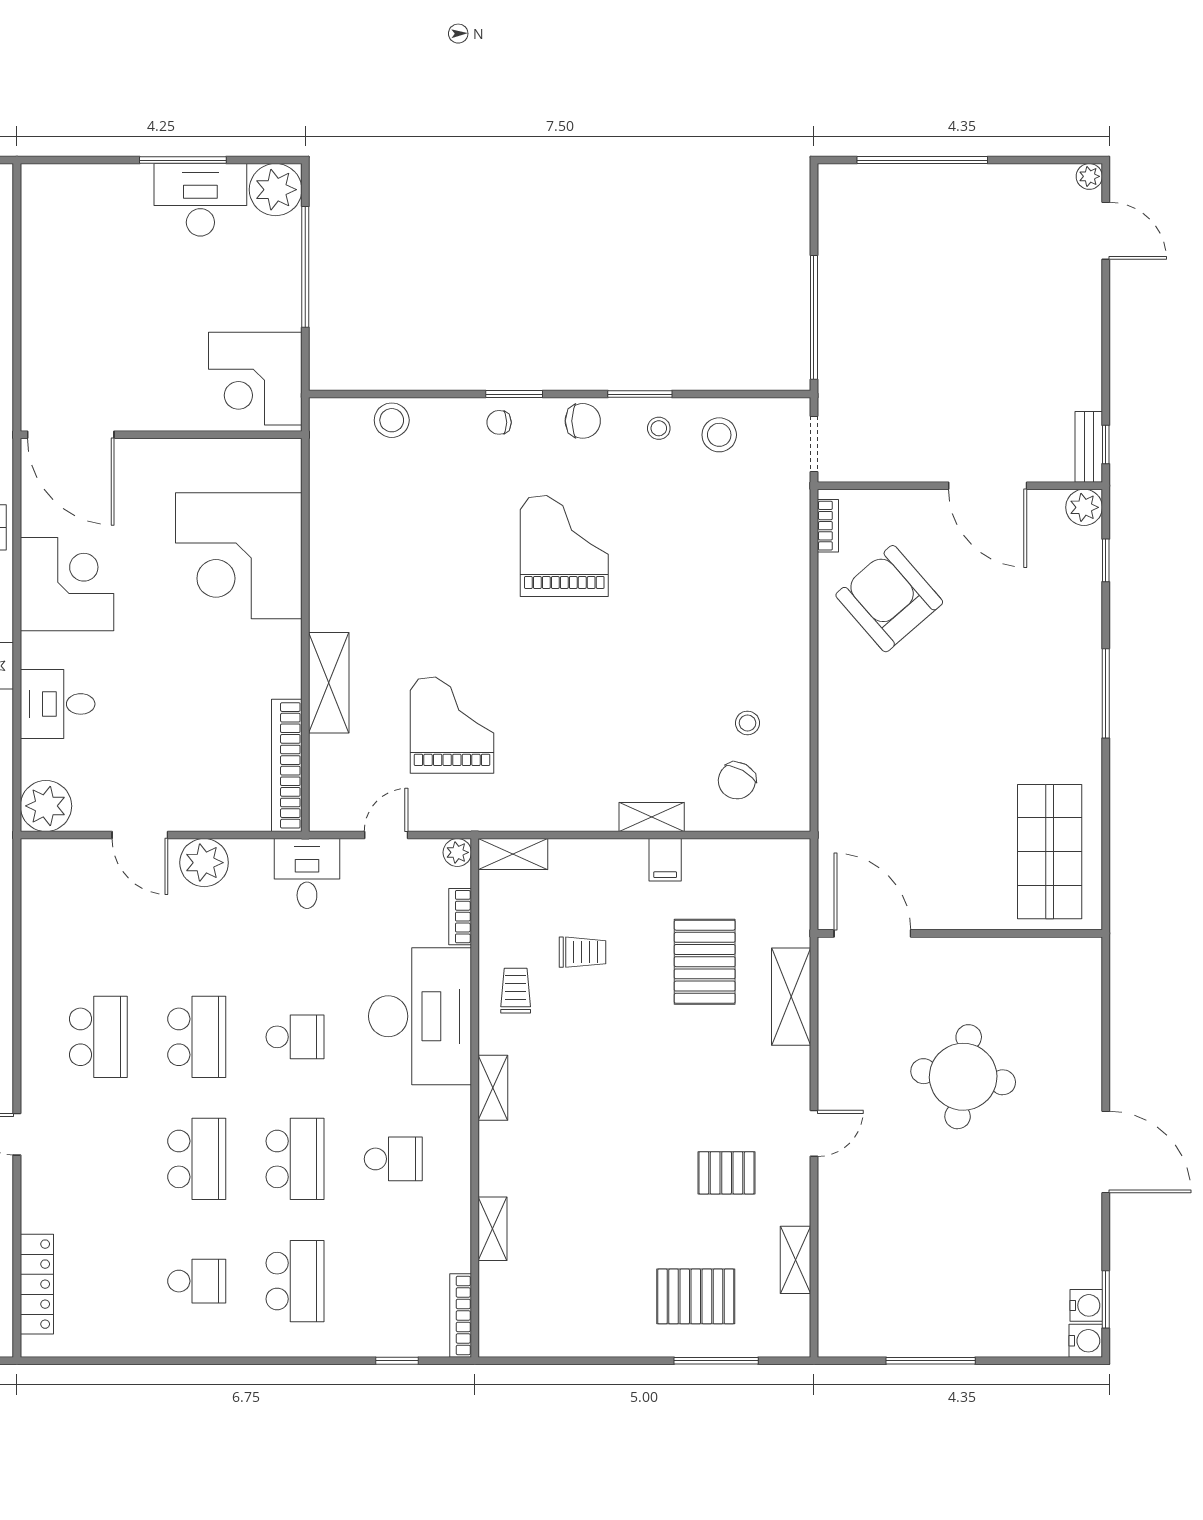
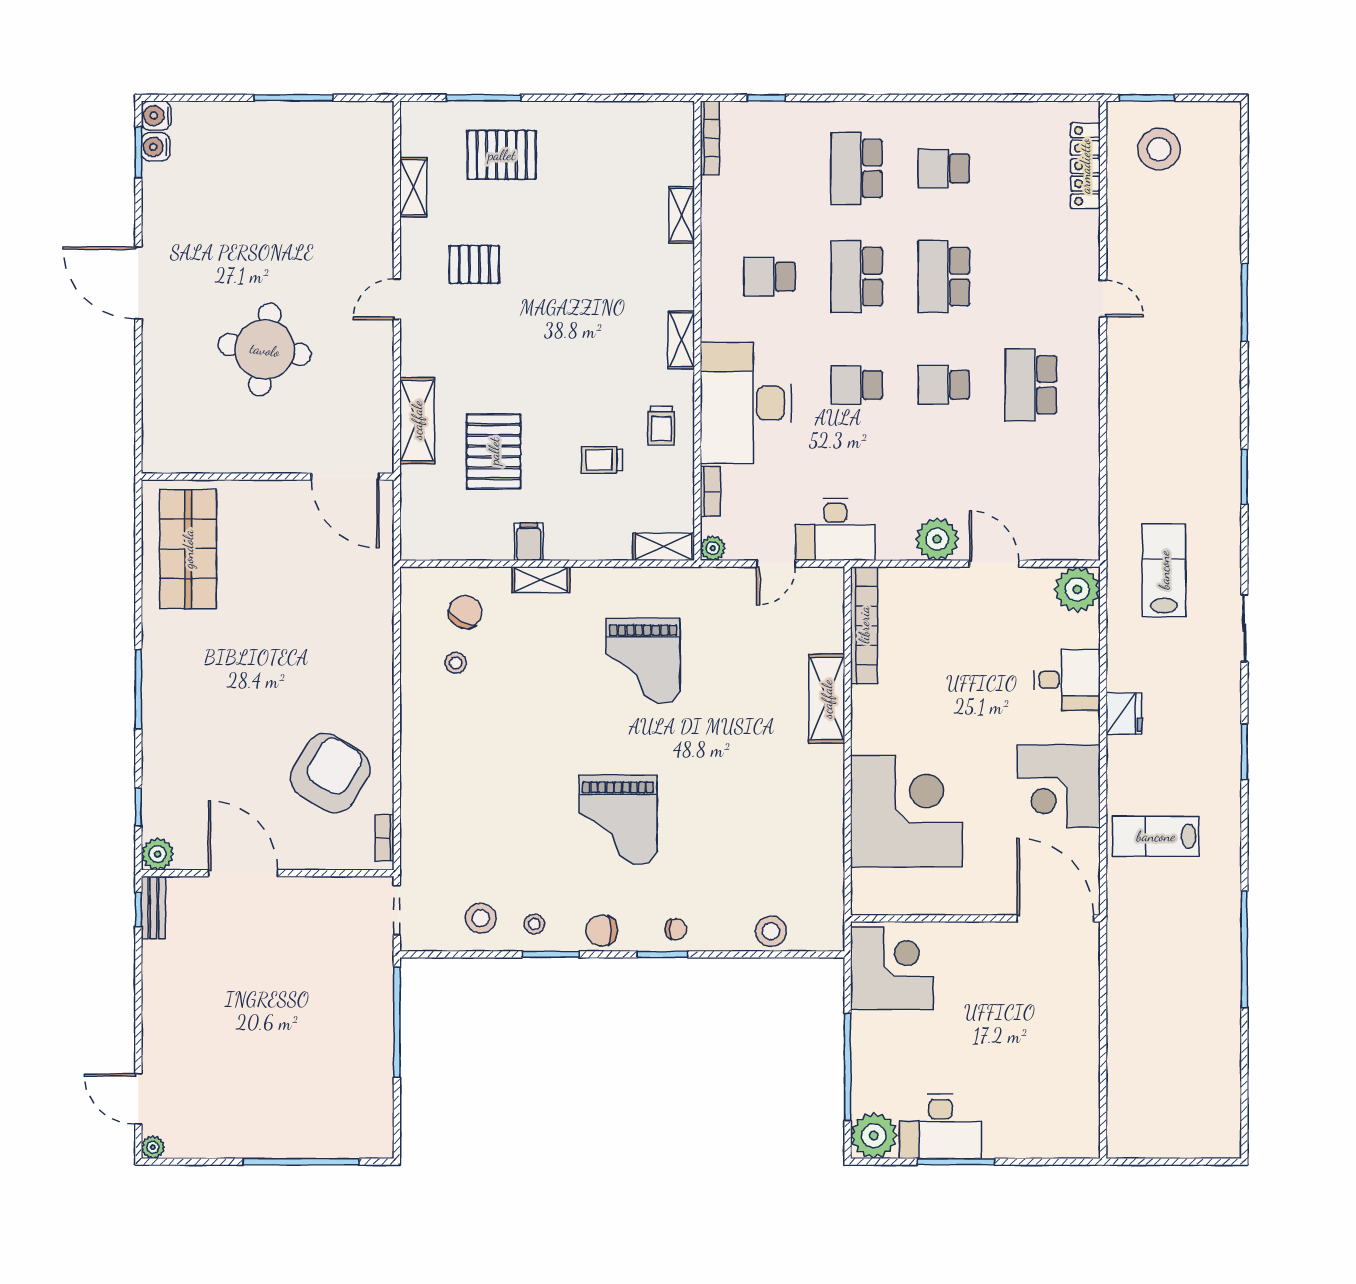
armchair: (889, 599) -> (330, 773), turned -108
grand piano: (452, 725) -> (643, 661), moved
desk: (307, 874) -> (835, 530), width x1.37
school desk: (197, 1037) -> (944, 385), width x0.54

